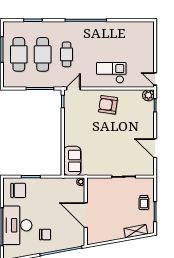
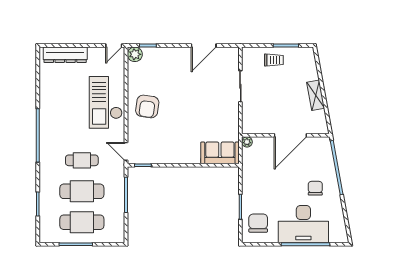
dresser: (148, 41) -> (65, 55), added
checkout: (111, 73) -> (106, 102), width x1.36, depth x1.21
shelving: (136, 231) -> (316, 95), moved

